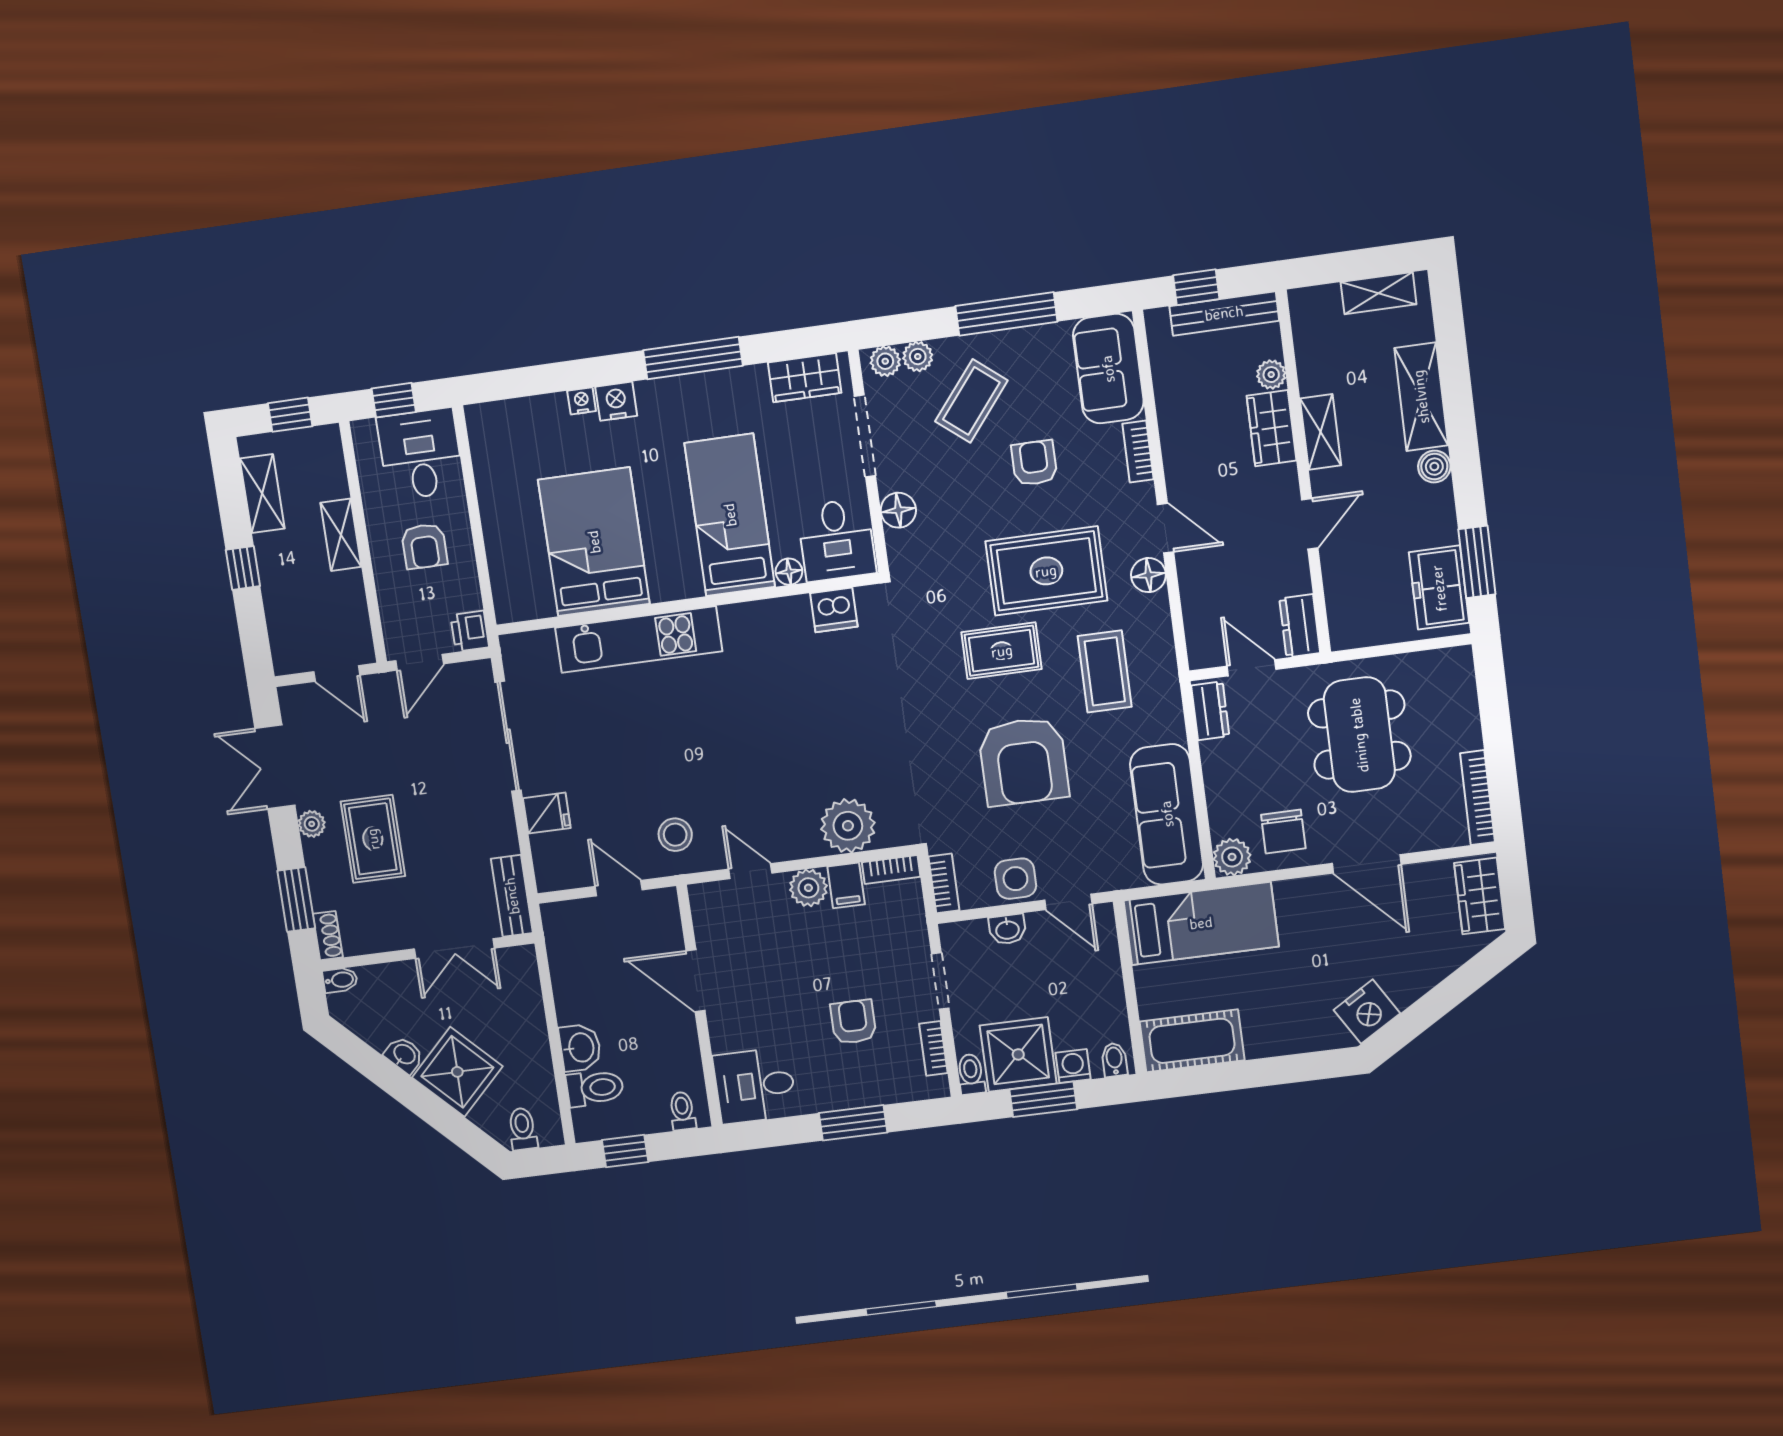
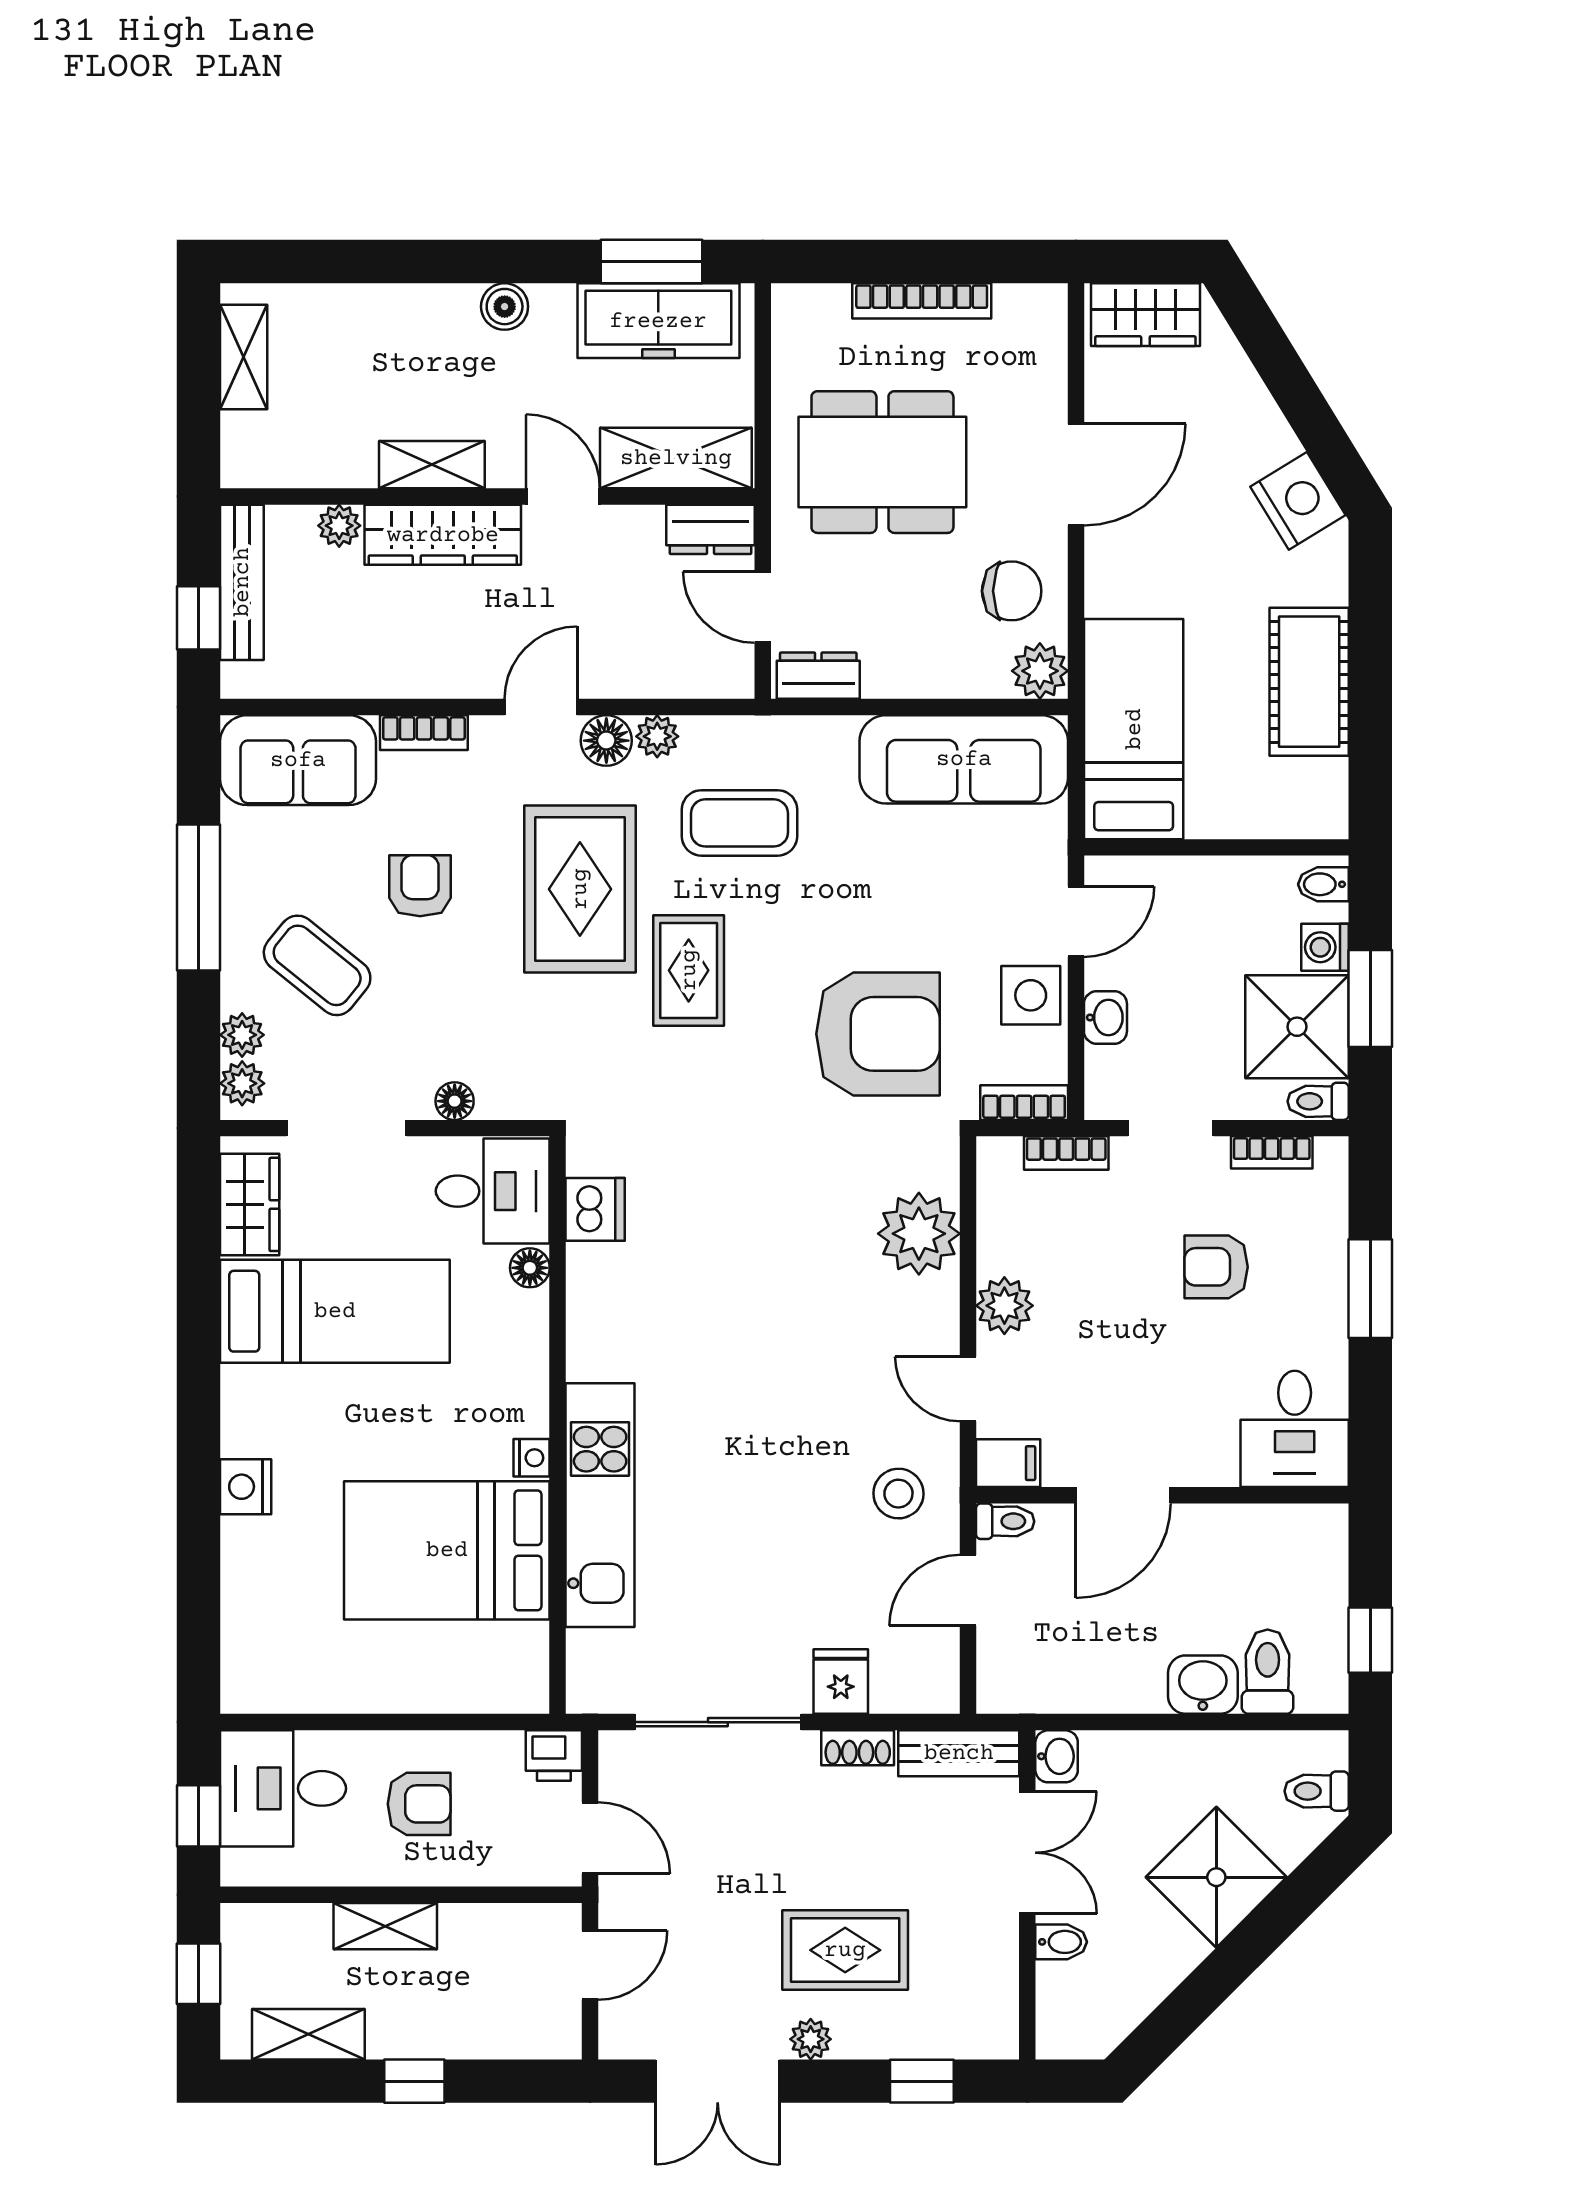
window: (693, 358) -> (199, 1364), removed
shelving: (1421, 397) -> (676, 458), moved
nightstand: (582, 401) -> (532, 1458), moved, turned 180
wardrobe: (1272, 428) -> (443, 535), width x1.50
armchair: (1034, 463) -> (420, 886), turned 90
floor lamp: (898, 510) -> (455, 1101), width x0.73, depth x0.73
bed: (730, 515) -> (335, 1311), moved, turned 180
freezer: (1439, 588) -> (658, 321), width x1.40
plant: (1156, 609) -> (657, 736), added
door: (1252, 668) -> (763, 607), hinge flipped
armchair: (1023, 761) -> (878, 1034), moved
bookcase: (1477, 798) -> (922, 301), moved
bookcase: (891, 869) -> (1066, 1153), moved, turned 90
door: (750, 871) -> (968, 1389), hinge flipped
filing cabinet: (846, 885) -> (1008, 1463), moved
window: (296, 899) -> (922, 2081), width x0.67
shoe rack: (328, 936) -> (858, 1748), moved, turned 180
bidet: (340, 980) -> (1061, 1942), moved, turned 90
cot: (1192, 1041) -> (1309, 682), moved
washbasin: (404, 1055) -> (1057, 1756), moved, turned 135
toilet: (682, 1111) -> (1005, 1521), moved, turned 180

